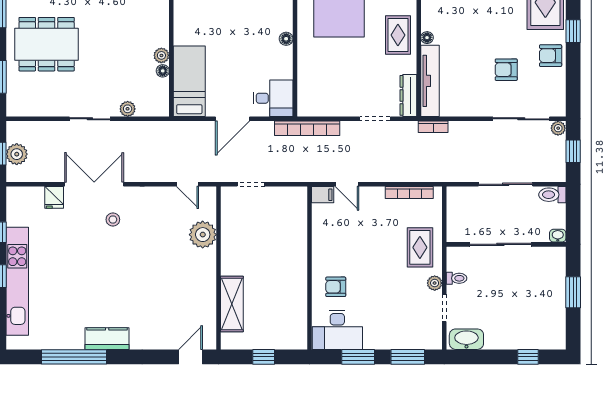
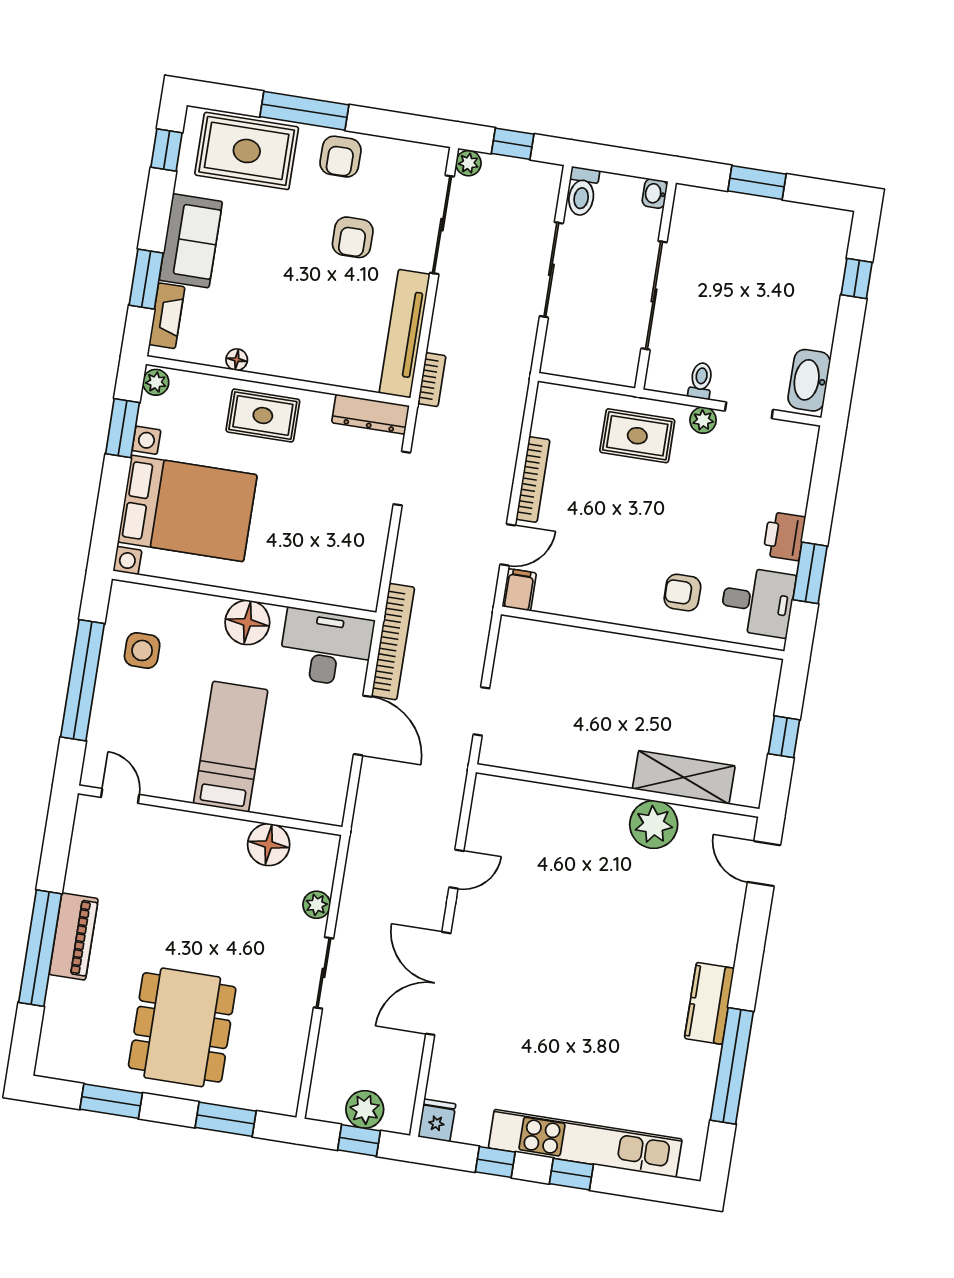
window: (573, 31) -> (304, 111), width x2.17
floor lamp: (427, 38) -> (237, 360), moved
floor lamp: (286, 39) -> (247, 622), width x1.89, depth x1.89
plant: (161, 55) -> (233, 831), removed
floor lamp: (163, 71) -> (269, 845), width x1.89, depth x1.89
bed: (189, 81) -> (231, 747), moved, turned 90
tv unit: (430, 81) -> (405, 334), moved, turned -90
desk: (273, 98) -> (326, 648), width x1.37
bookcase: (307, 128) -> (393, 642), moved
door: (188, 184) -> (456, 869), moved
bookcase: (409, 193) -> (533, 479), moved
fridge: (54, 197) -> (437, 1120), moved, turned -90
stool: (113, 220) -> (505, 961), removed
plant: (203, 235) -> (654, 824), moved
armchair: (336, 287) -> (682, 593), turned 90
desk: (337, 330) -> (758, 602), width x0.73
printer: (377, 339) -> (784, 536), added
window: (408, 357) -> (824, 487), removed

